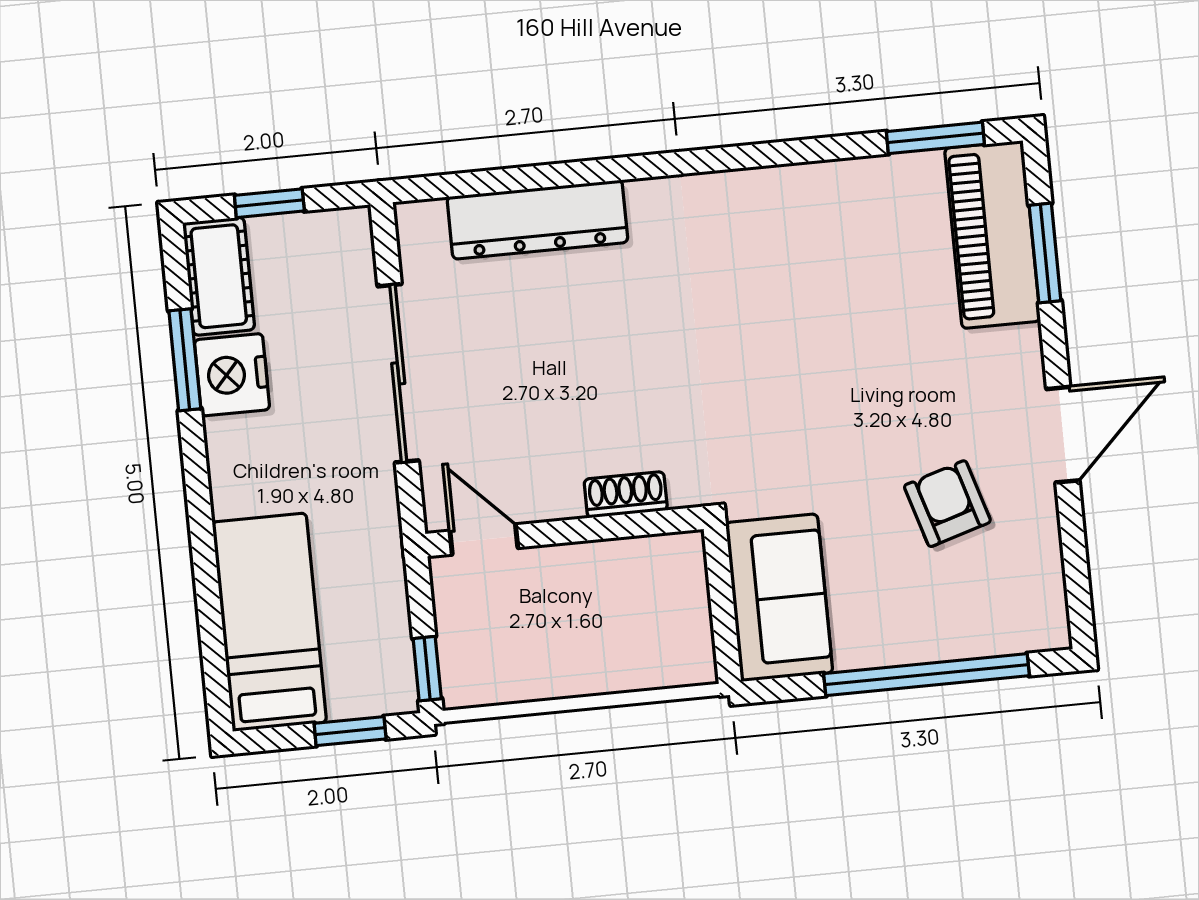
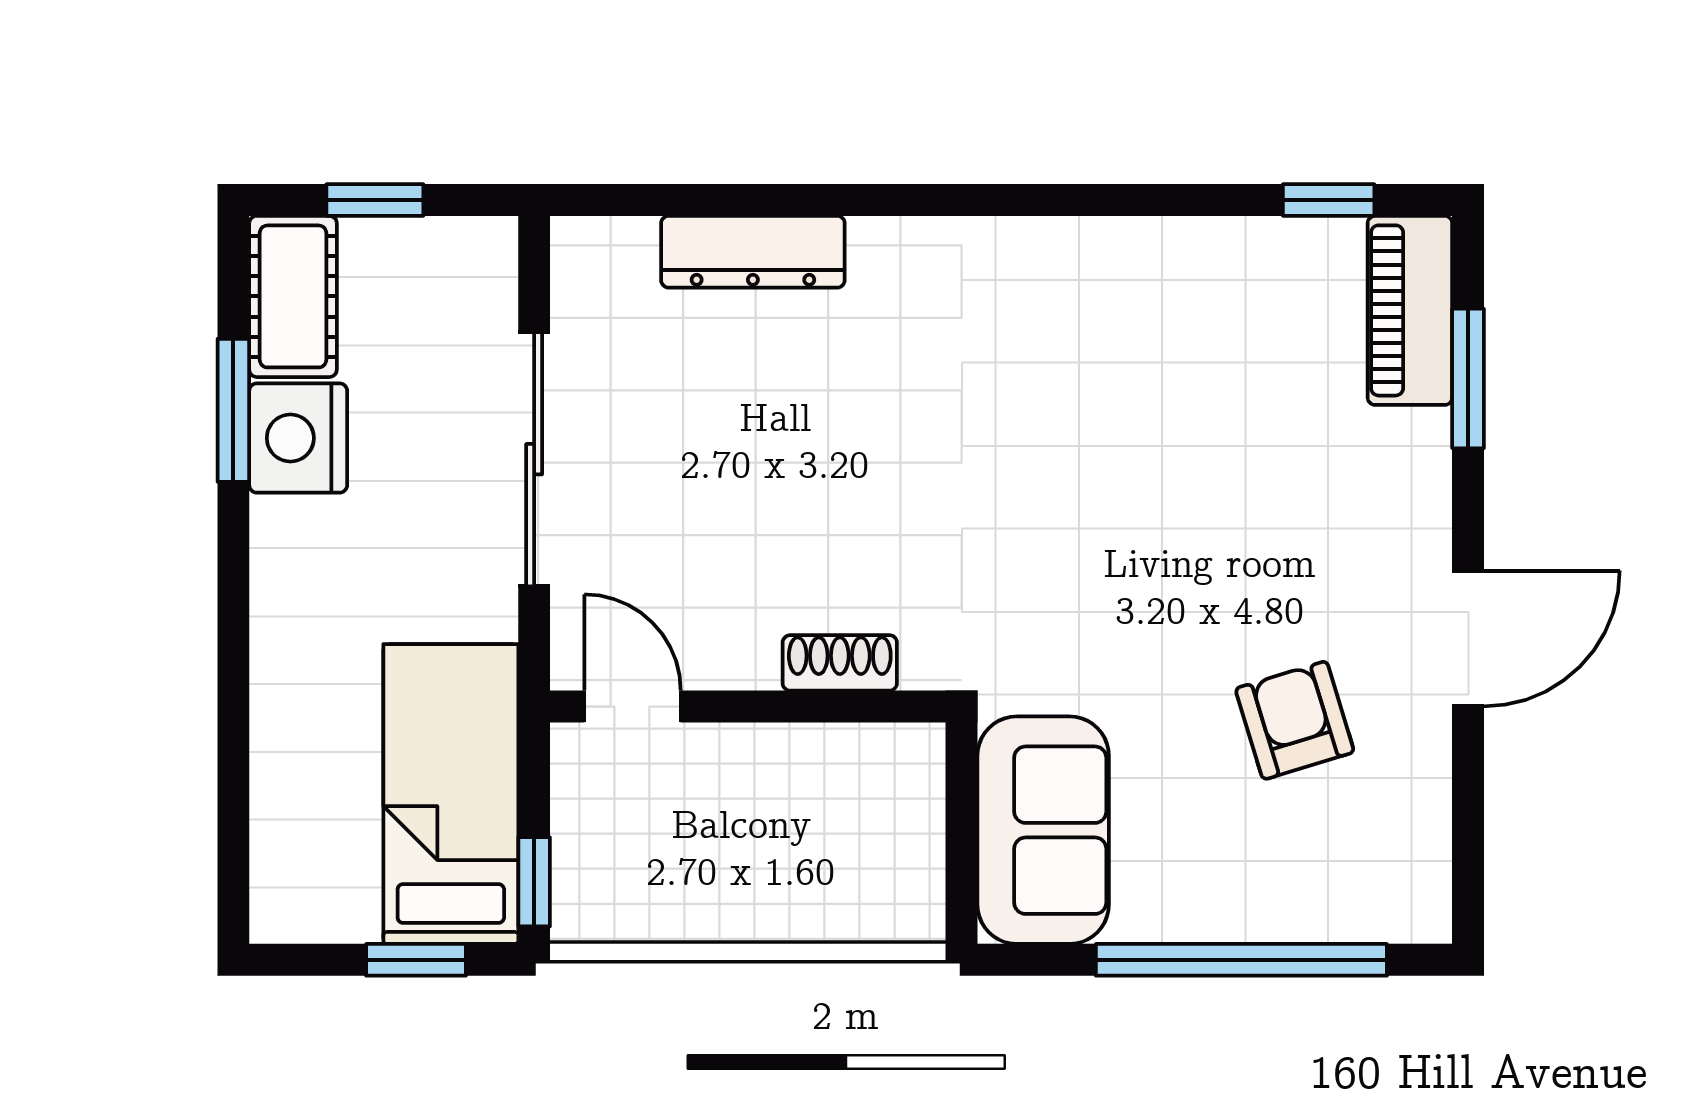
window: (935, 138) -> (1329, 200), width x0.67
dresser: (537, 220) -> (753, 252), width x0.73, depth x0.80
piano: (992, 235) -> (1410, 310), width x0.73, depth x0.75
bed: (269, 622) -> (451, 794), moved

